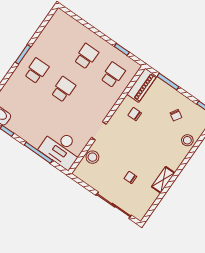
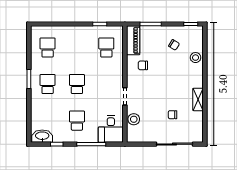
school desk: (86, 56) -> (48, 48), moved
school desk: (40, 122) -> (77, 121), added
desk: (61, 149) -> (111, 129), width x0.73

